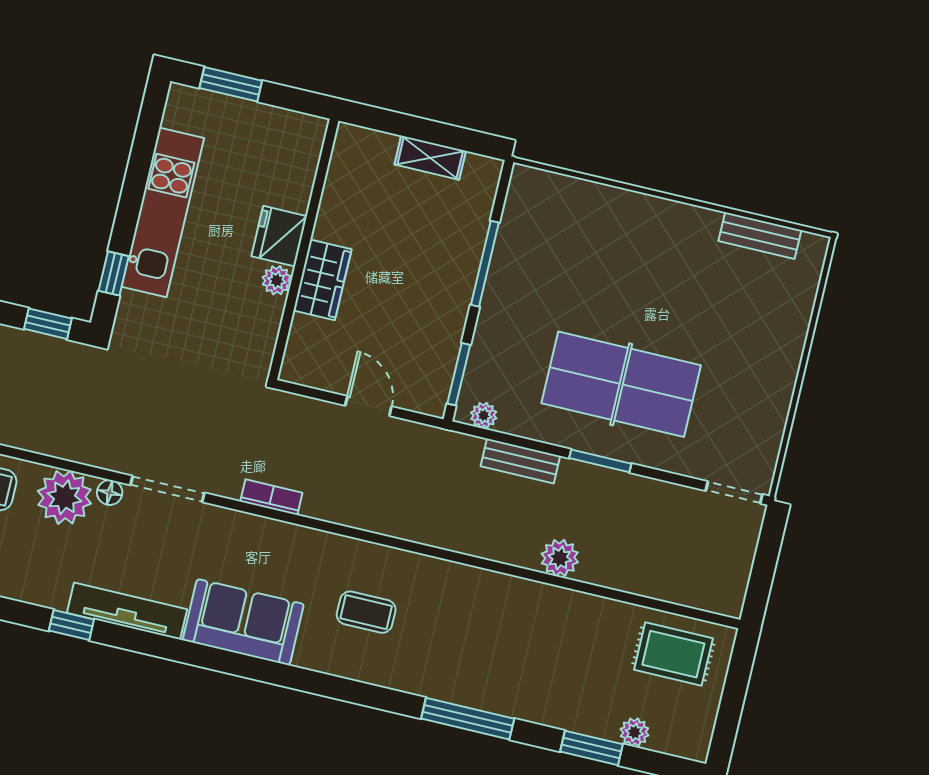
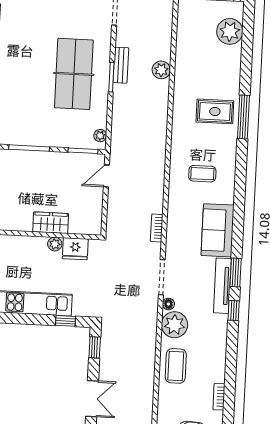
fridge: (279, 236) -> (75, 249), moved
door: (368, 406) -> (106, 176), moved
bench: (520, 461) -> (121, 65), moved
plant: (560, 558) -> (161, 70), moved
coffee table: (366, 612) -> (202, 174), turned 90
rug: (673, 654) -> (215, 111), moved, turned 90
plant: (634, 732) -> (230, 31), width x1.88, depth x1.88
window: (592, 748) -> (236, 273), moved

